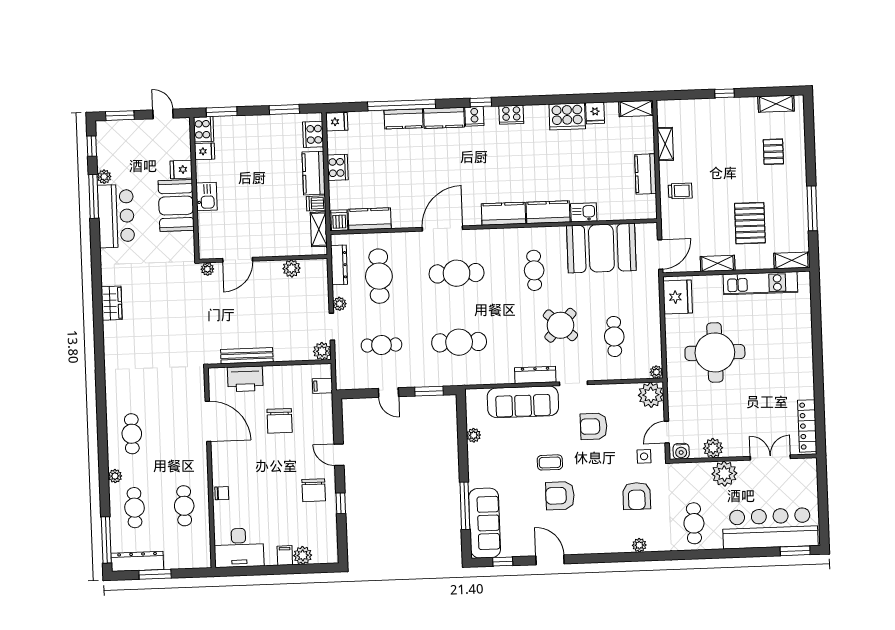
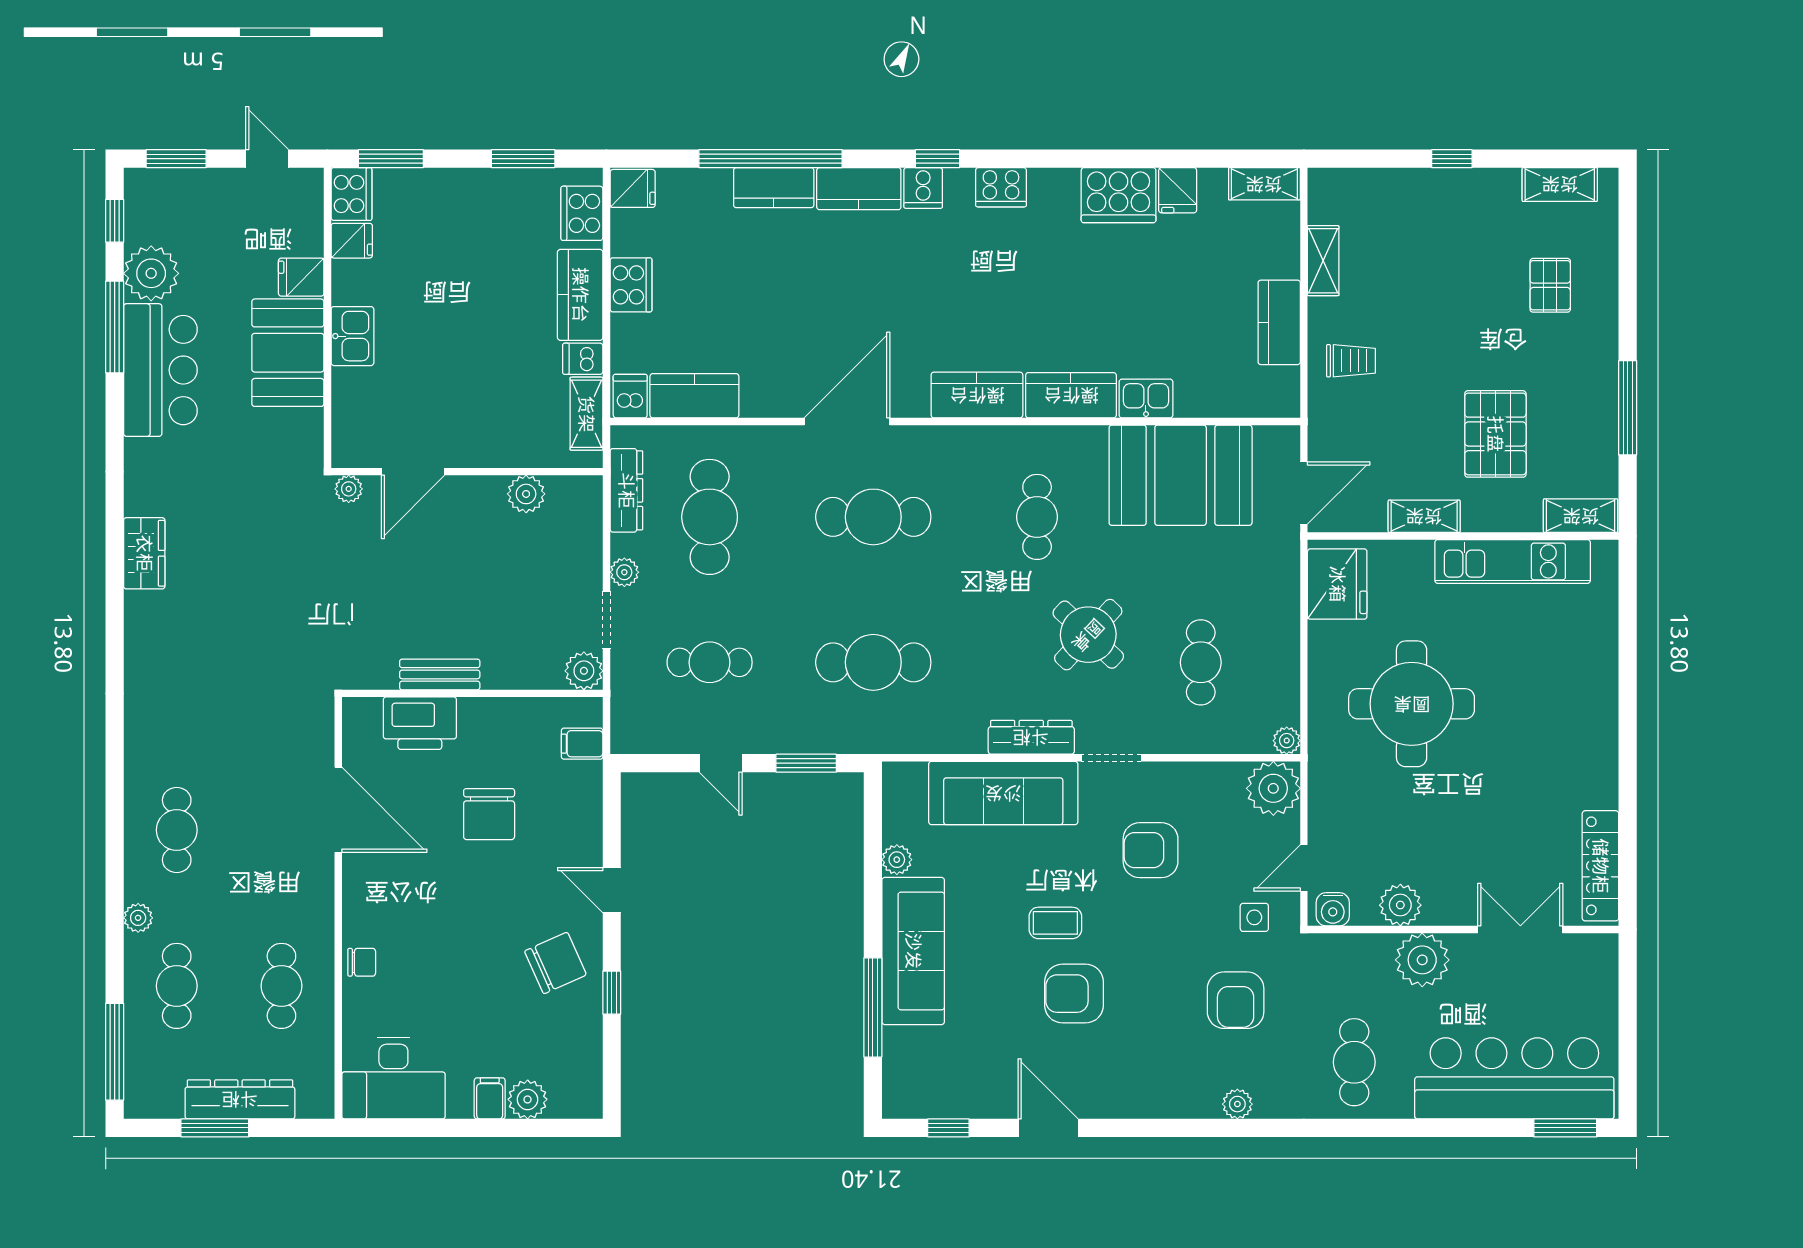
plant: (104, 177) -> (151, 273), width x1.88, depth x1.88
bench: (247, 356) -> (440, 674), width x0.73
chair: (314, 490) -> (555, 963), turned -114
sofa: (485, 523) -> (913, 951), moved
dresser: (137, 561) -> (240, 1099), moved

